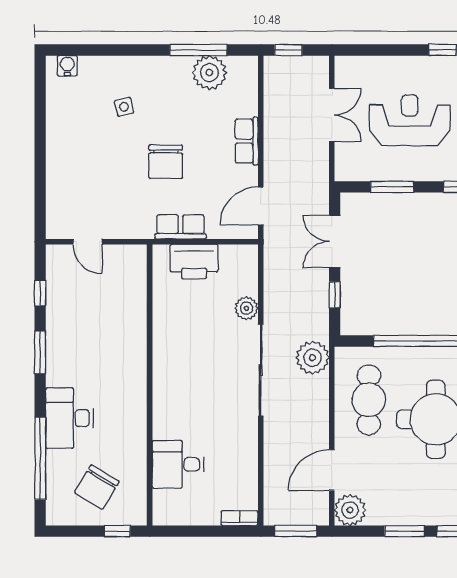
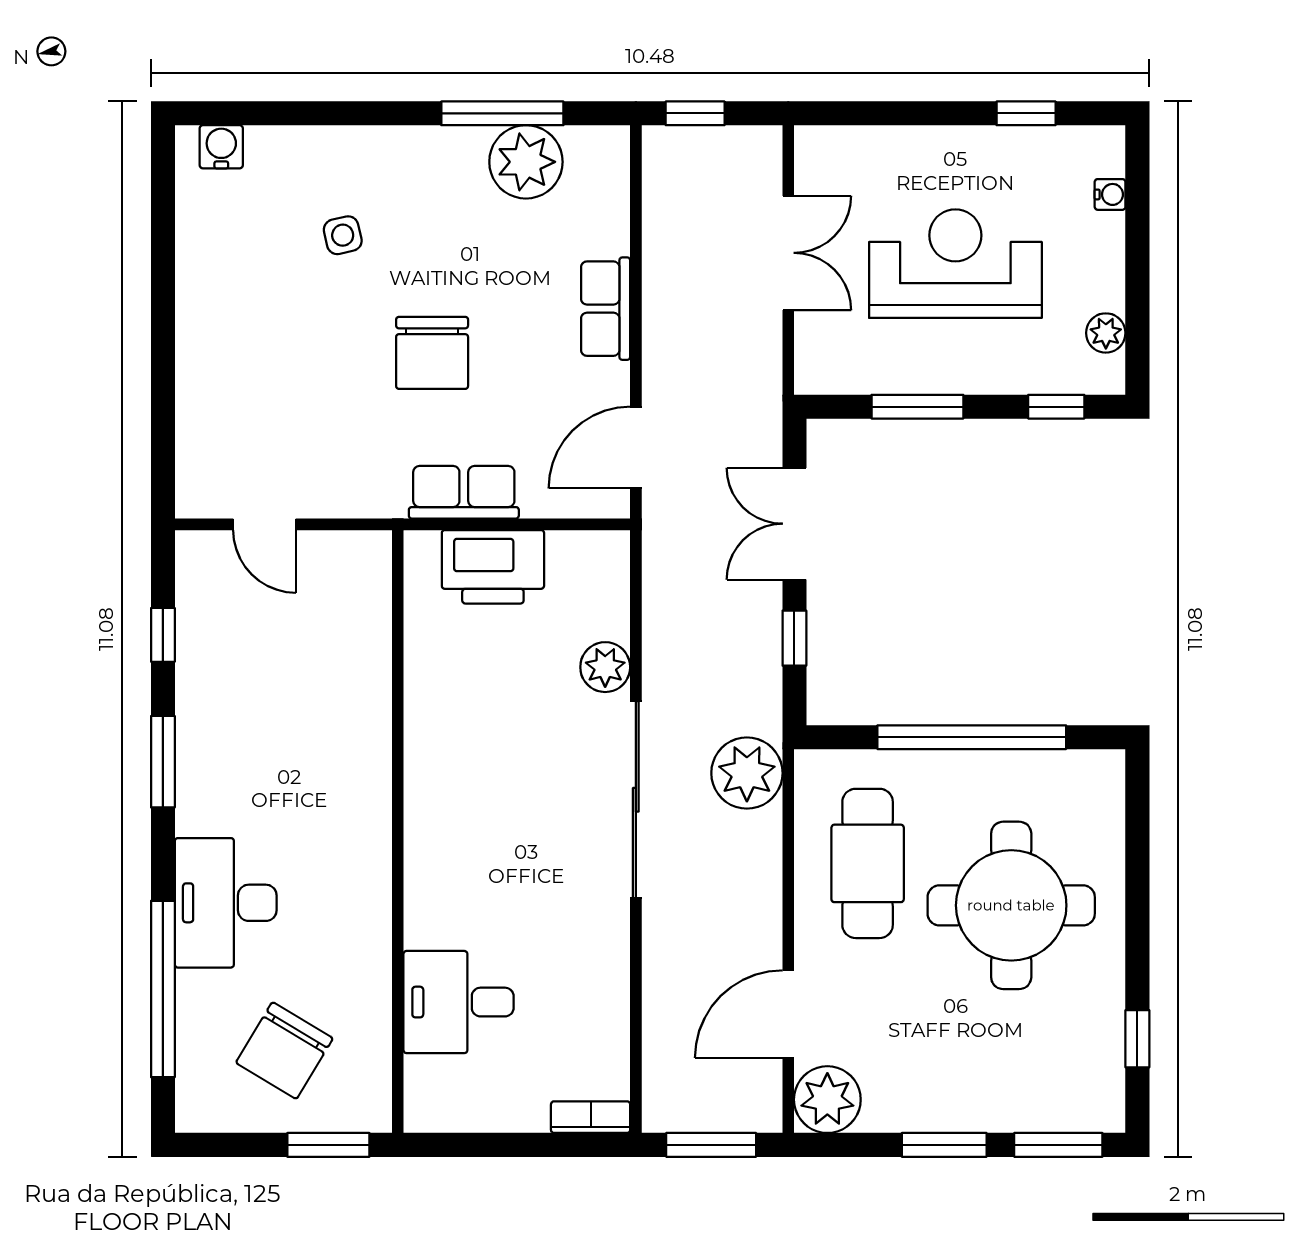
window: (117, 531) -> (328, 1145), width x1.50

